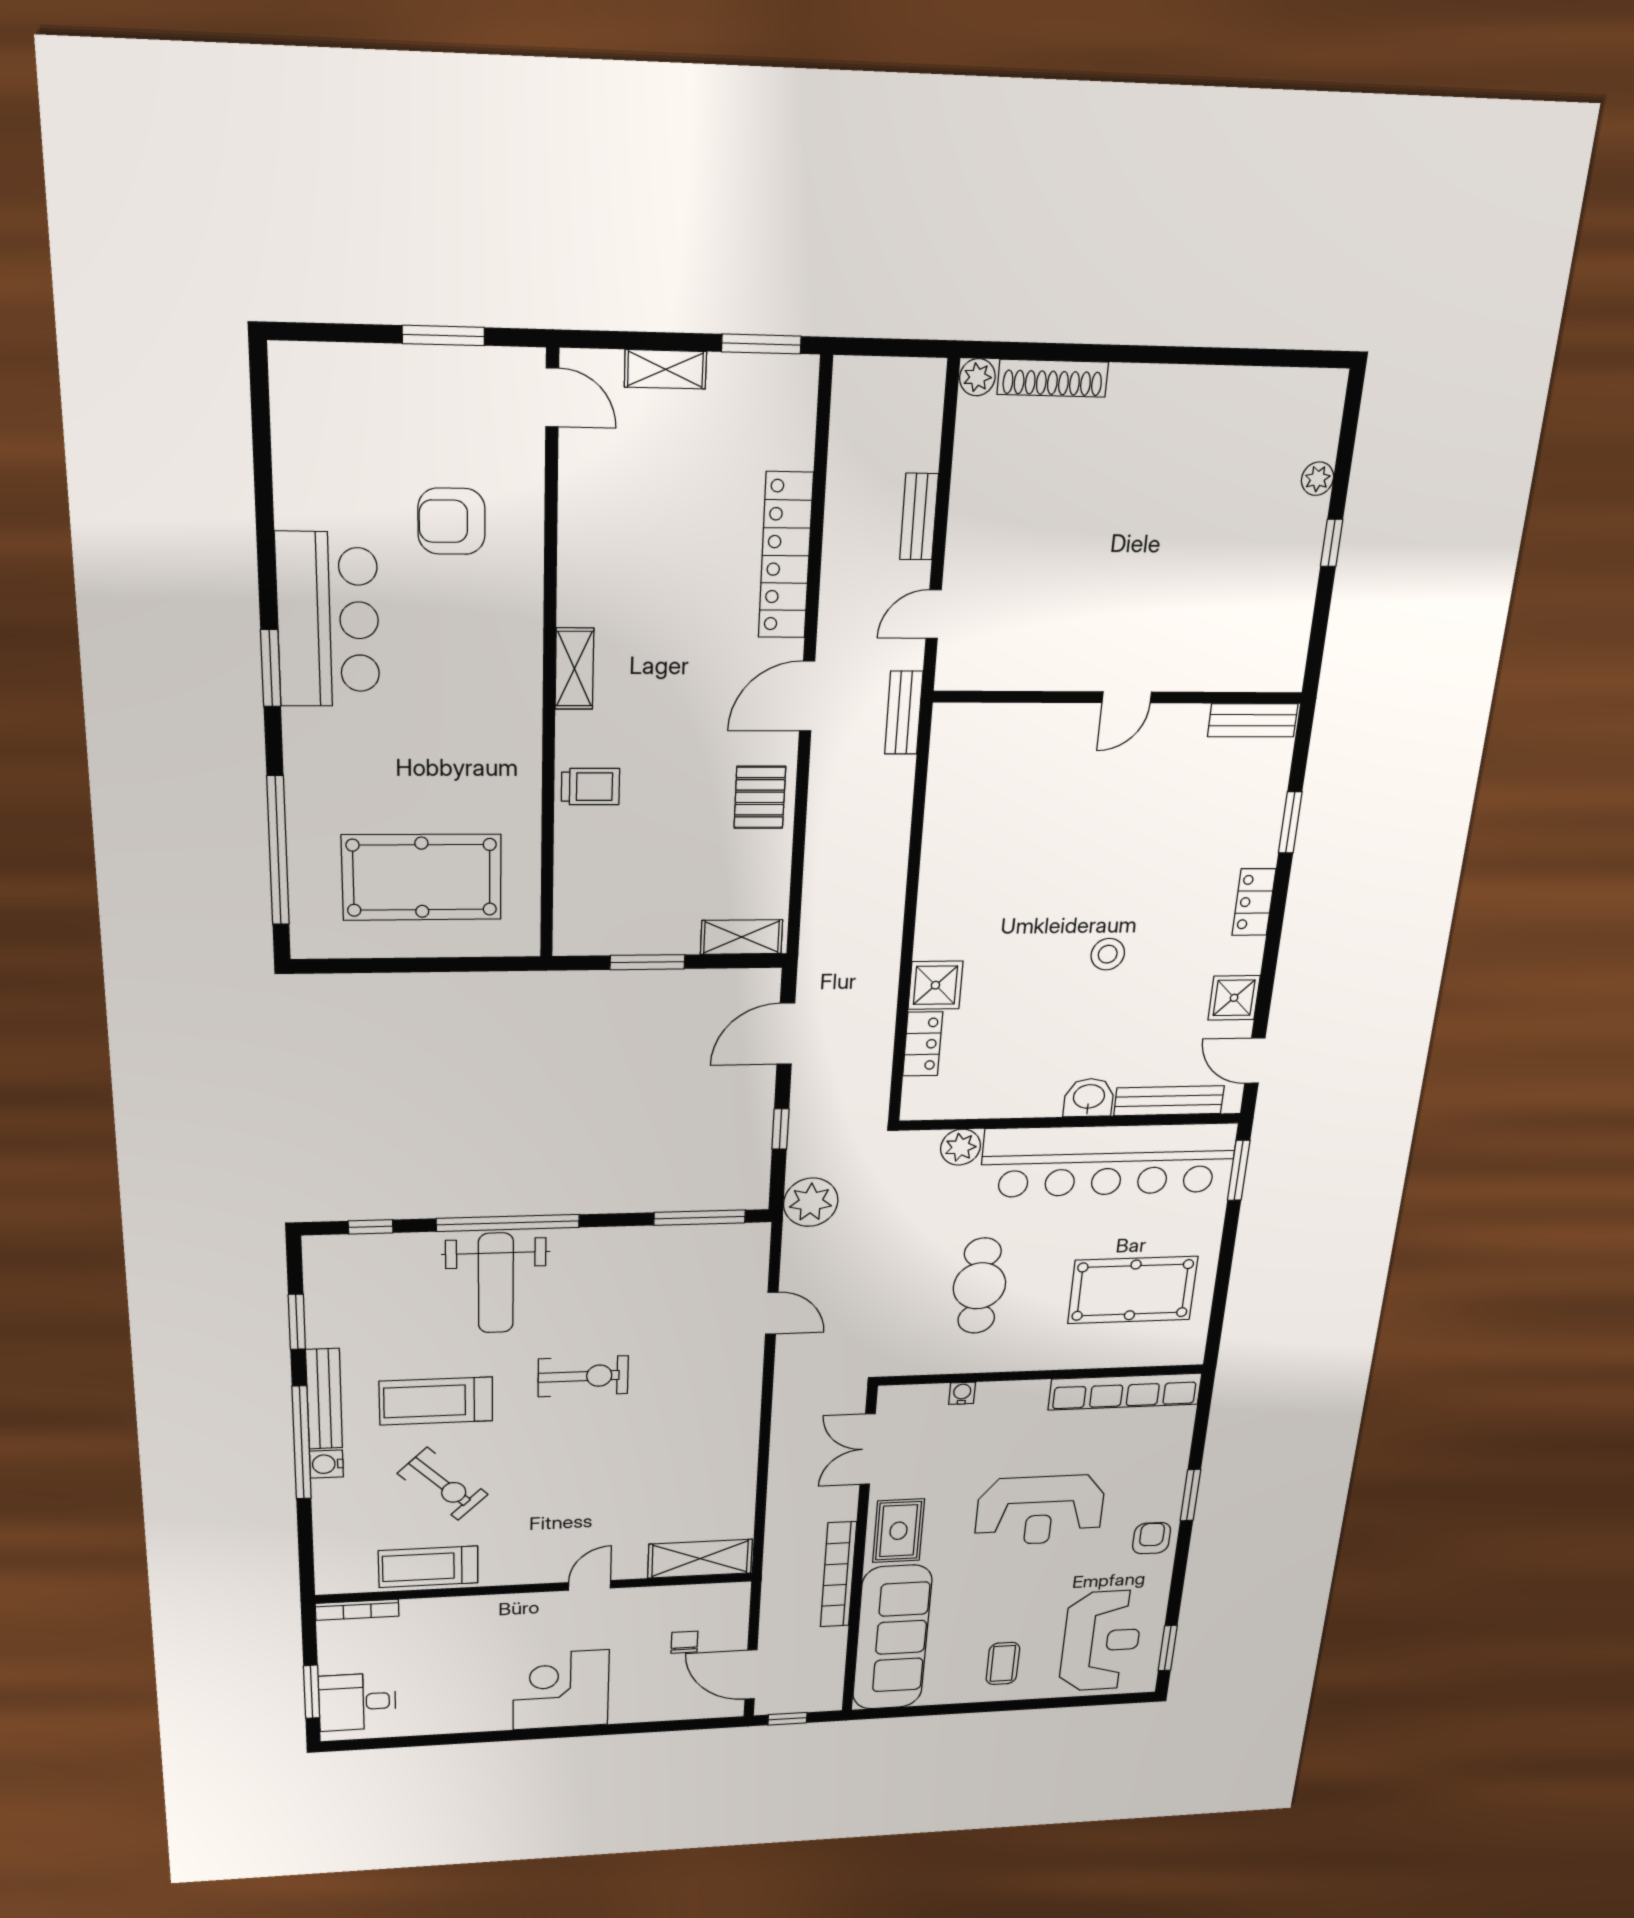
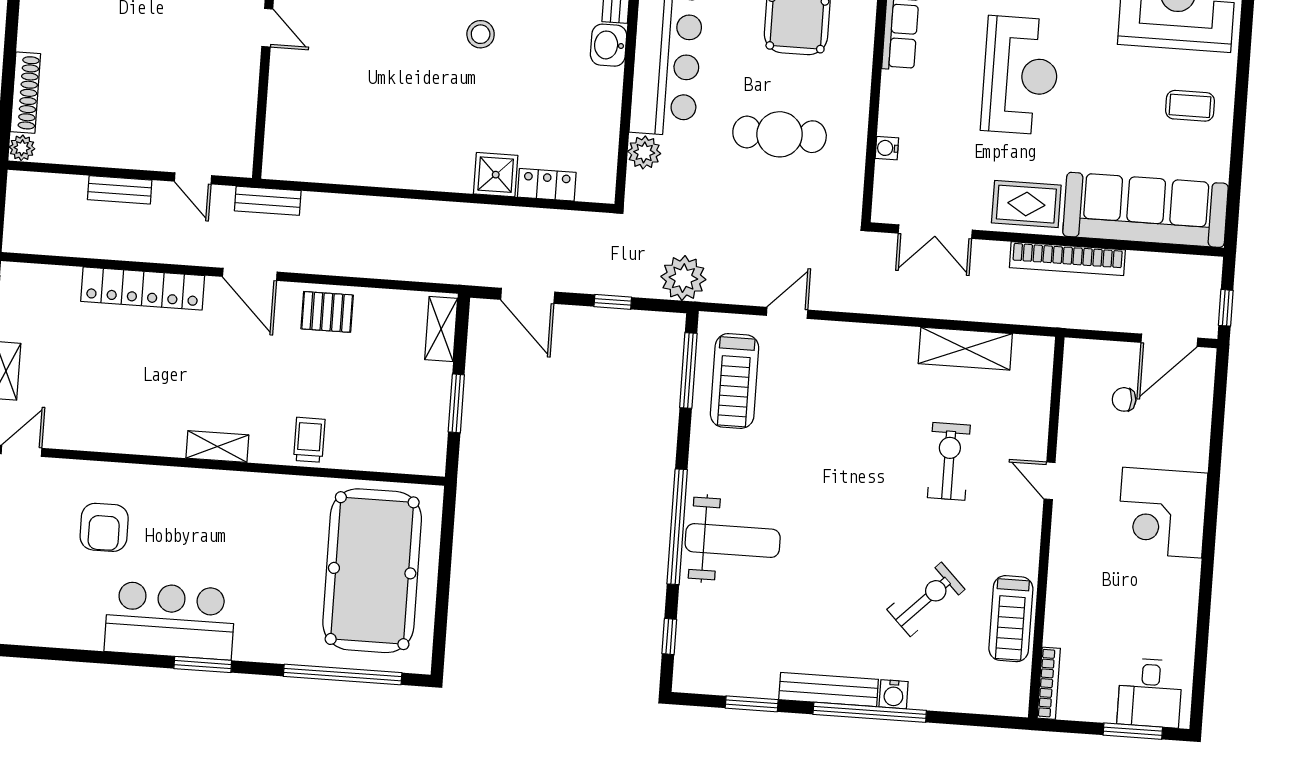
pool table: (422, 877) -> (372, 571), width x1.36, depth x1.32
exercise bike: (583, 1376) -> (949, 461), moved
treadmill: (436, 1401) -> (735, 381), moved
shelving: (700, 1559) -> (965, 349), moved, turned 90

